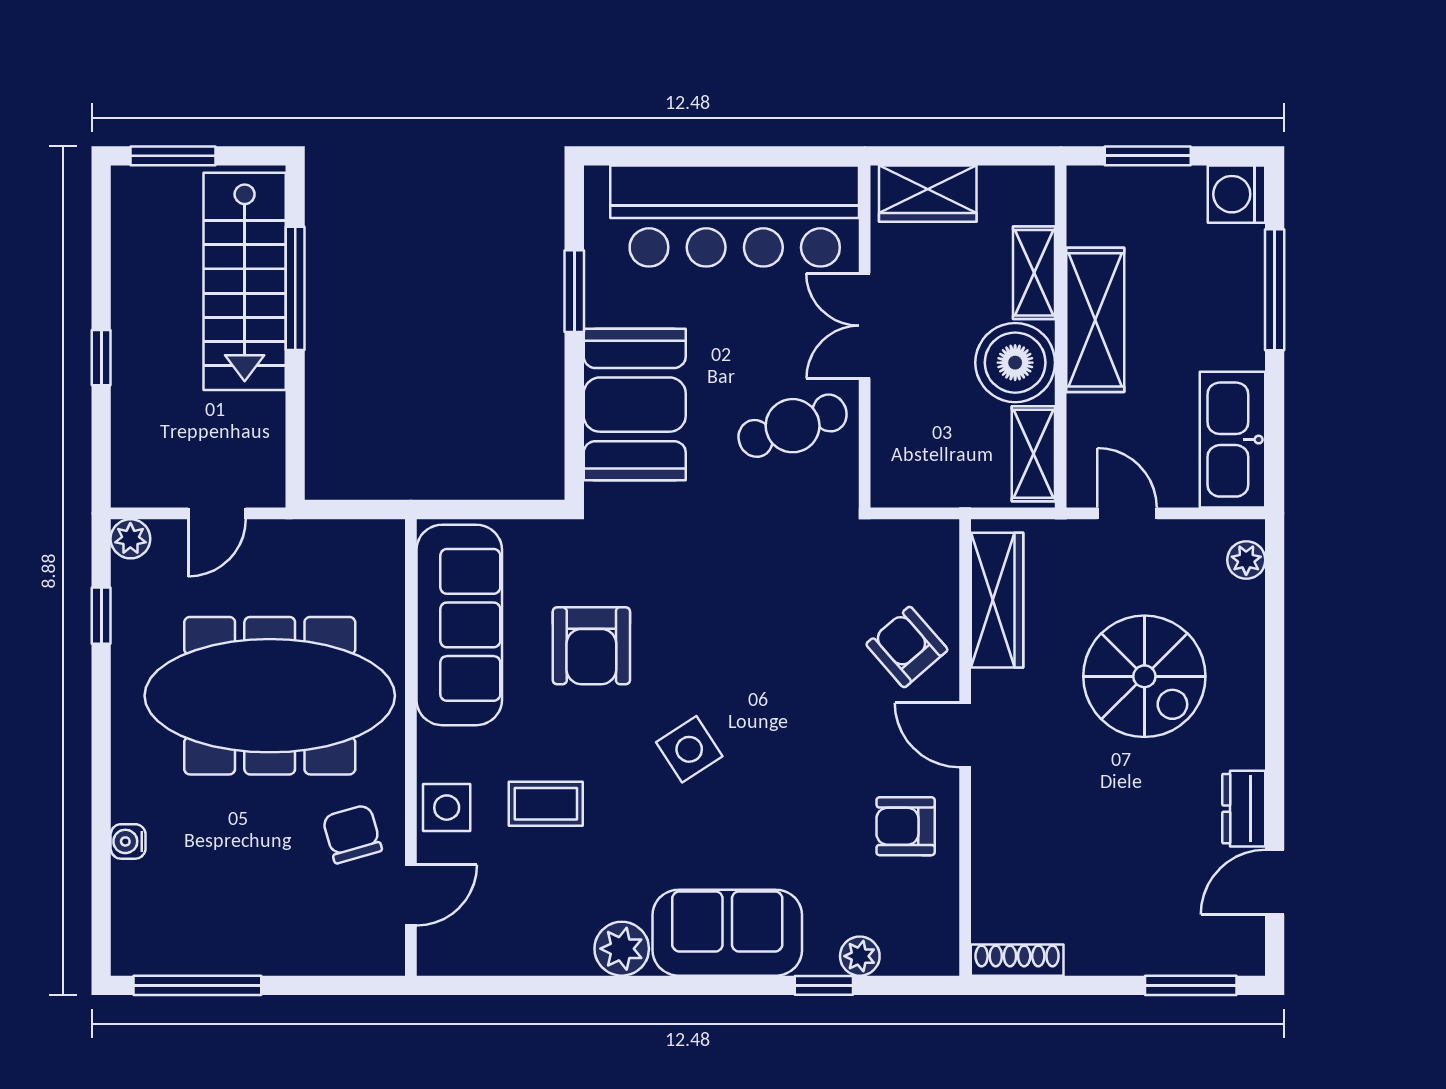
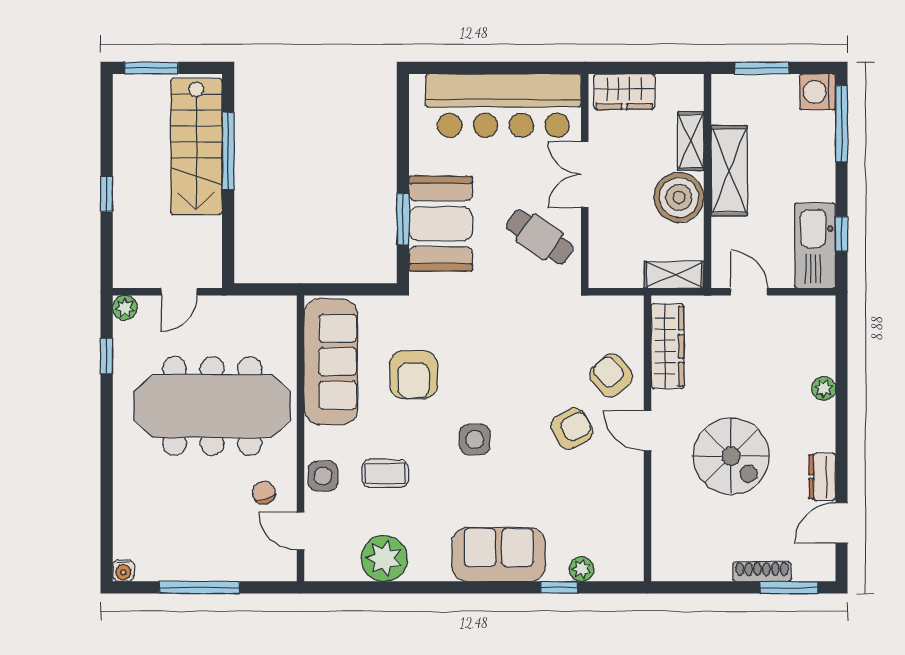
window: (1275, 290) -> (841, 124), moved
window: (574, 291) -> (403, 219), moved
window: (1275, 421) -> (841, 234), added
cafe table: (793, 426) -> (540, 237), turned 53
shelving: (1033, 454) -> (674, 275), moved, turned 90
plant: (1246, 560) -> (824, 388), moved
spiral stairs: (1144, 676) -> (731, 456), moved
side table: (689, 749) -> (475, 440), turned 33
armchair: (906, 826) -> (572, 429), moved, turned 151
chair: (352, 834) -> (264, 493), width x0.73, depth x0.73
water cooler: (128, 841) -> (123, 571), moved, turned -90
door: (411, 895) -> (300, 531), swing flipped
plant: (622, 949) -> (384, 558), moved, width x1.36, depth x1.36
shoe rack: (1017, 960) -> (762, 572), moved
window: (197, 985) -> (199, 587), moved

